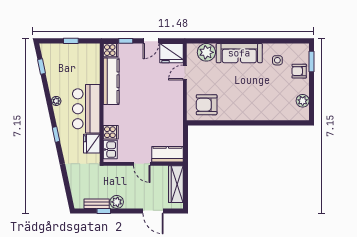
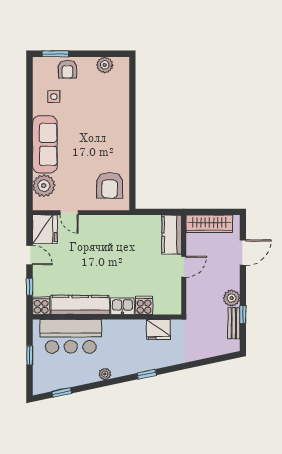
bar counter: (86, 109) -> (71, 336), moved
kitchen sink: (110, 150) -> (122, 306), moved

